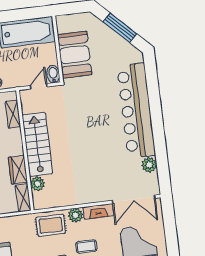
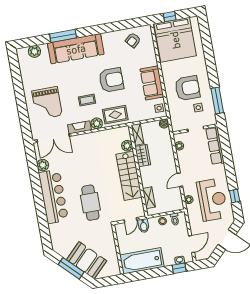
booth: (75, 55) -> (87, 260), moved, turned -45
bidet: (53, 74) -> (144, 226), moved
bar counter: (136, 111) -> (53, 196), width x0.73
cafe table: (90, 112) -> (90, 203), added
double door: (134, 199) -> (53, 138), swing flipped

